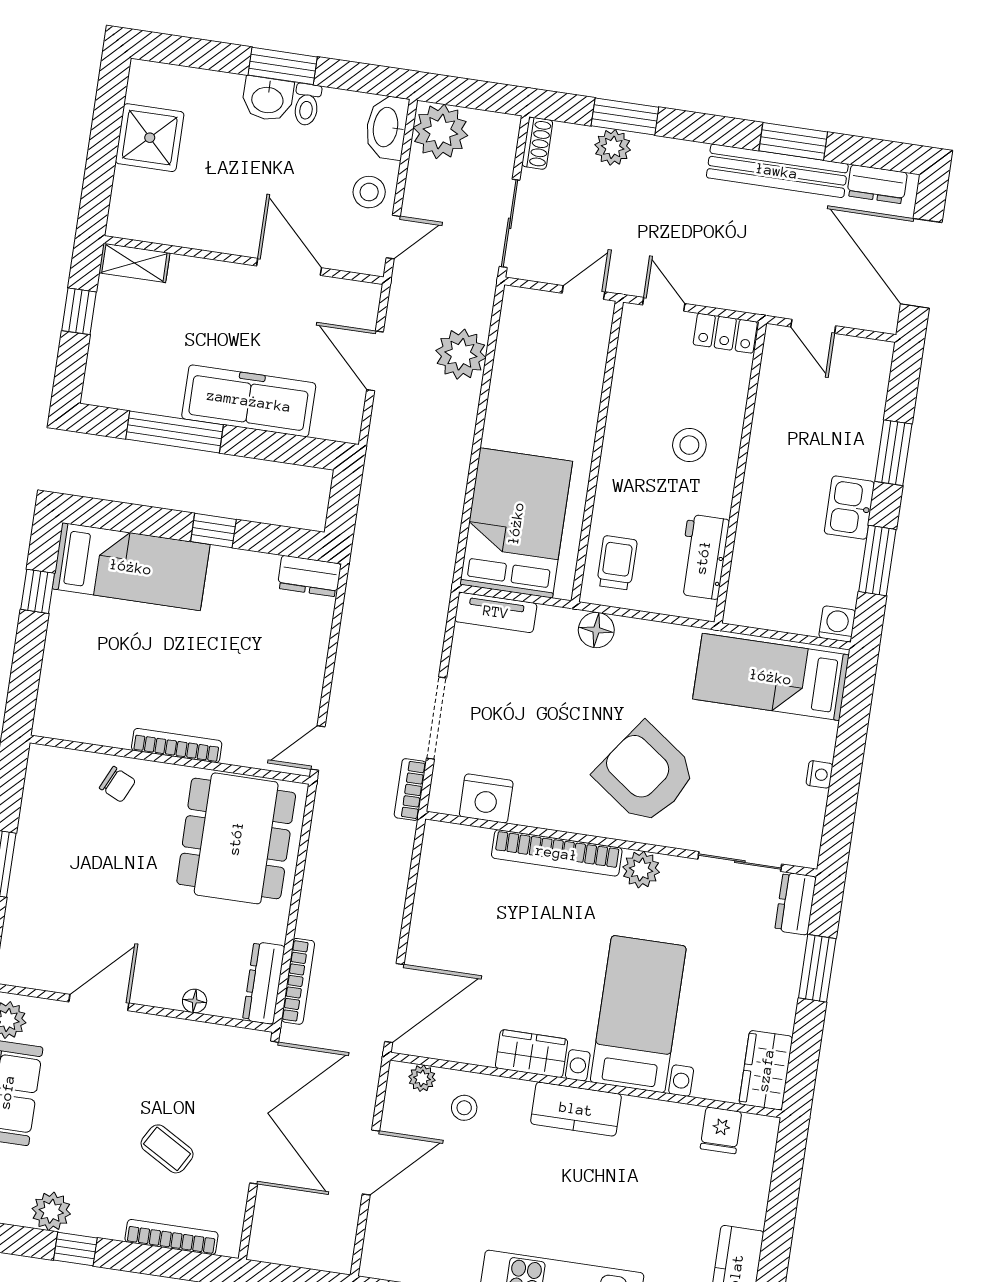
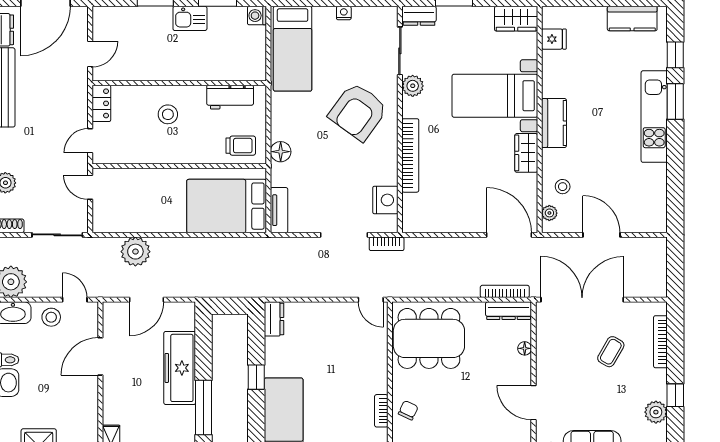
trolley: (617, 563) -> (241, 146), turned 180
bookcase: (177, 746) -> (381, 411), moved, width x0.64
plant: (641, 870) -> (413, 86), moved

